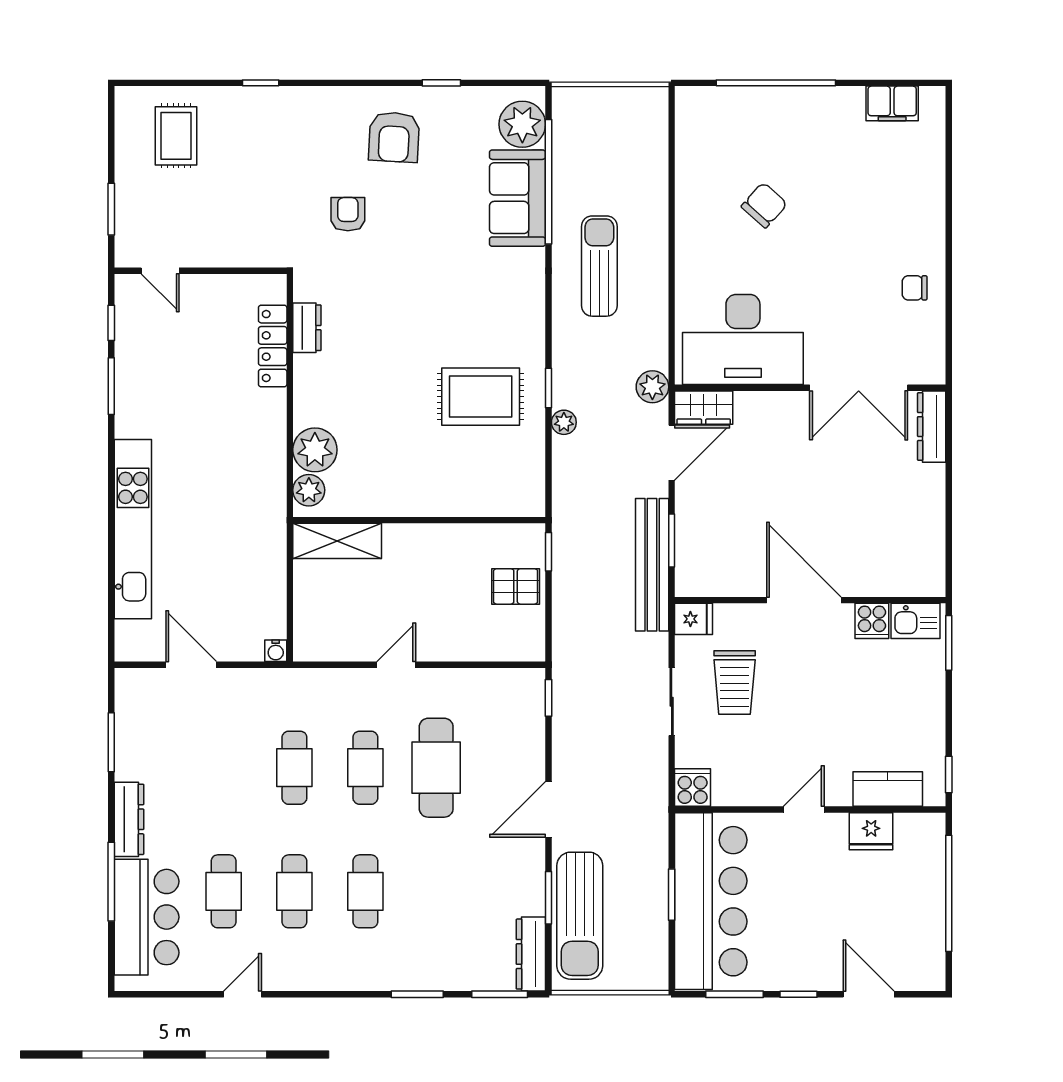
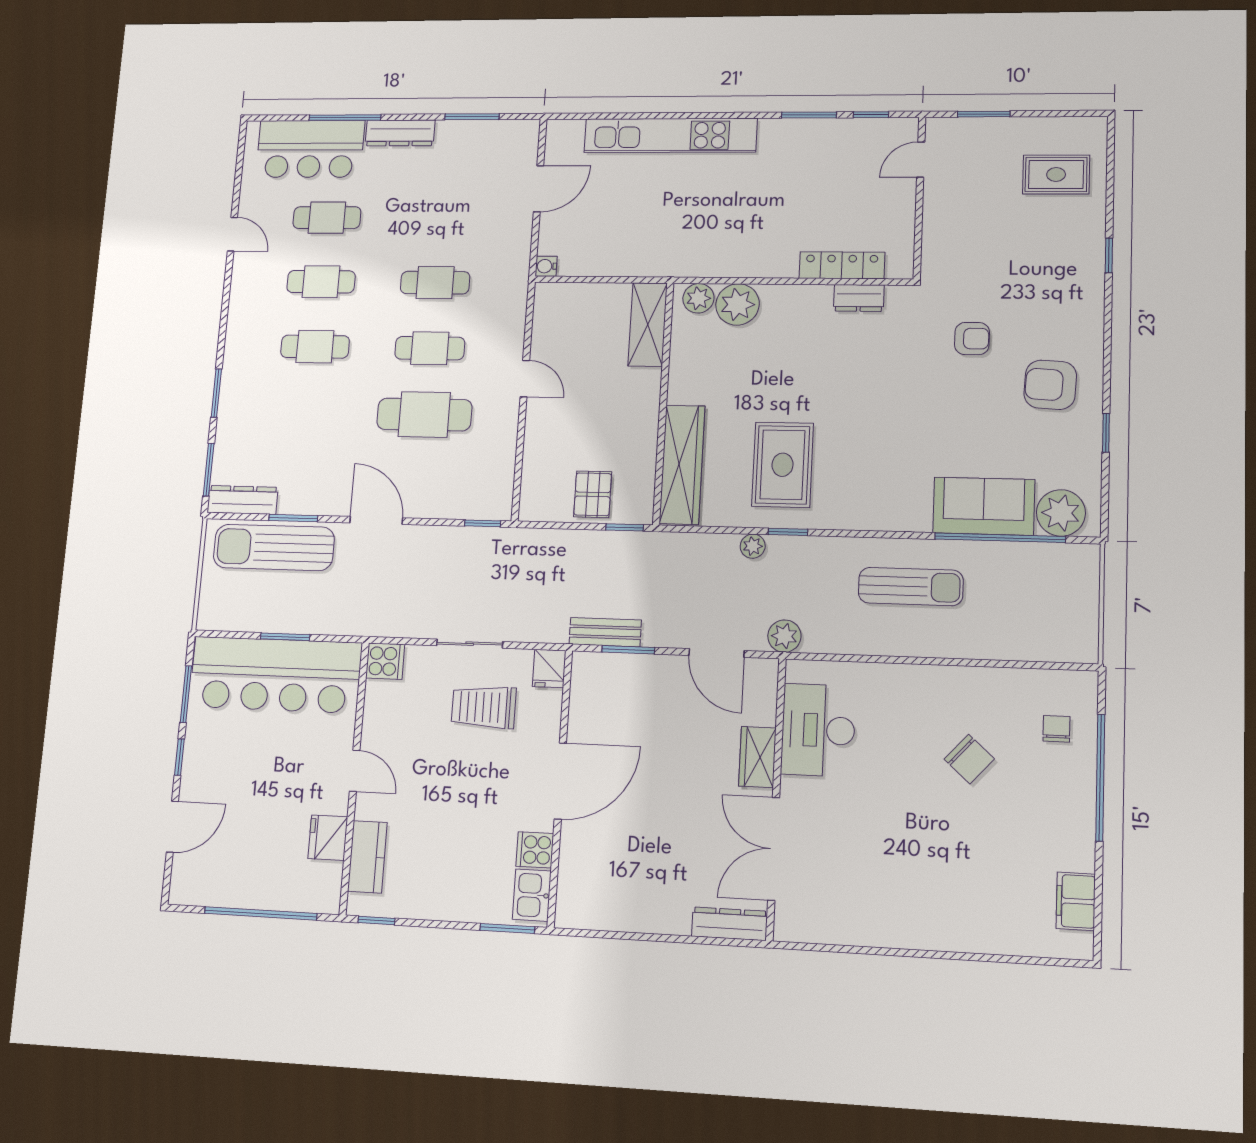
chair: (915, 288) -> (1056, 729), moved
desk: (743, 339) -> (818, 730), width x0.73, depth x0.77
wardrobe: (704, 408) -> (757, 757), moved
wardrobe: (483, 497) -> (682, 465), added
bench: (652, 565) -> (605, 632), width x0.54, depth x0.82

